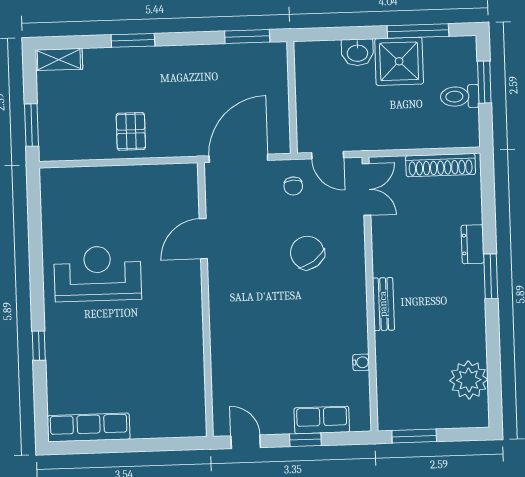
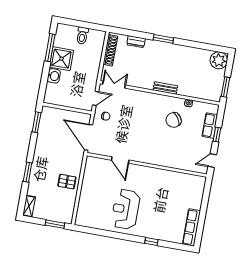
window: (484, 82) -> (78, 24), removed
dresser: (473, 244) -> (136, 42), moved
chair: (307, 253) -> (174, 120), moved
plant: (469, 380) -> (219, 60), moved

